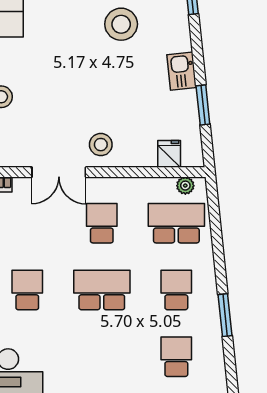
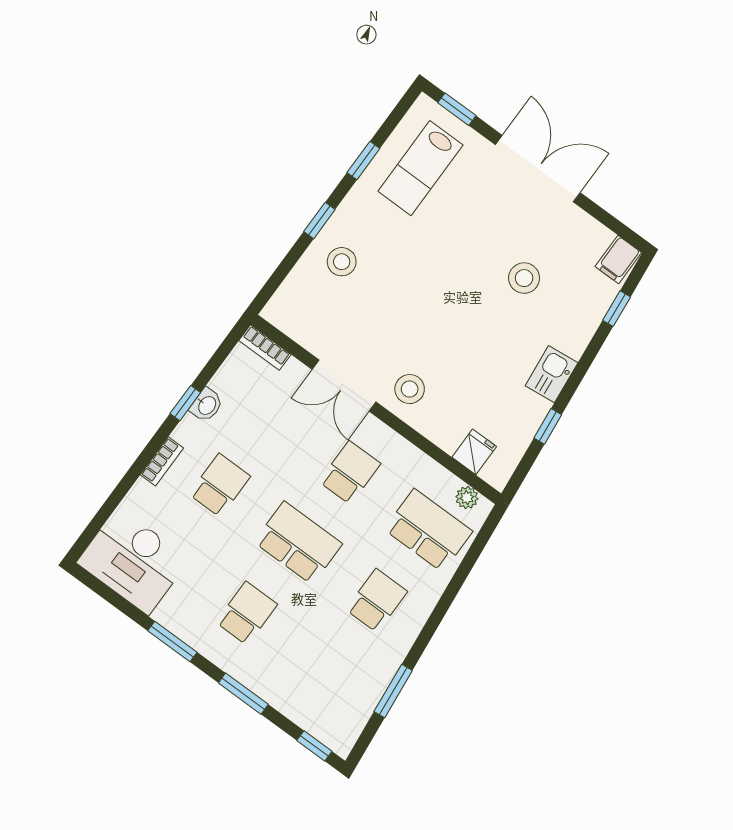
stool: (121, 24) -> (524, 278), width x0.73, depth x0.73
window: (203, 105) -> (548, 426), width x0.67
window: (225, 315) -> (393, 691), moved
school desk: (176, 357) -> (247, 613), moved

